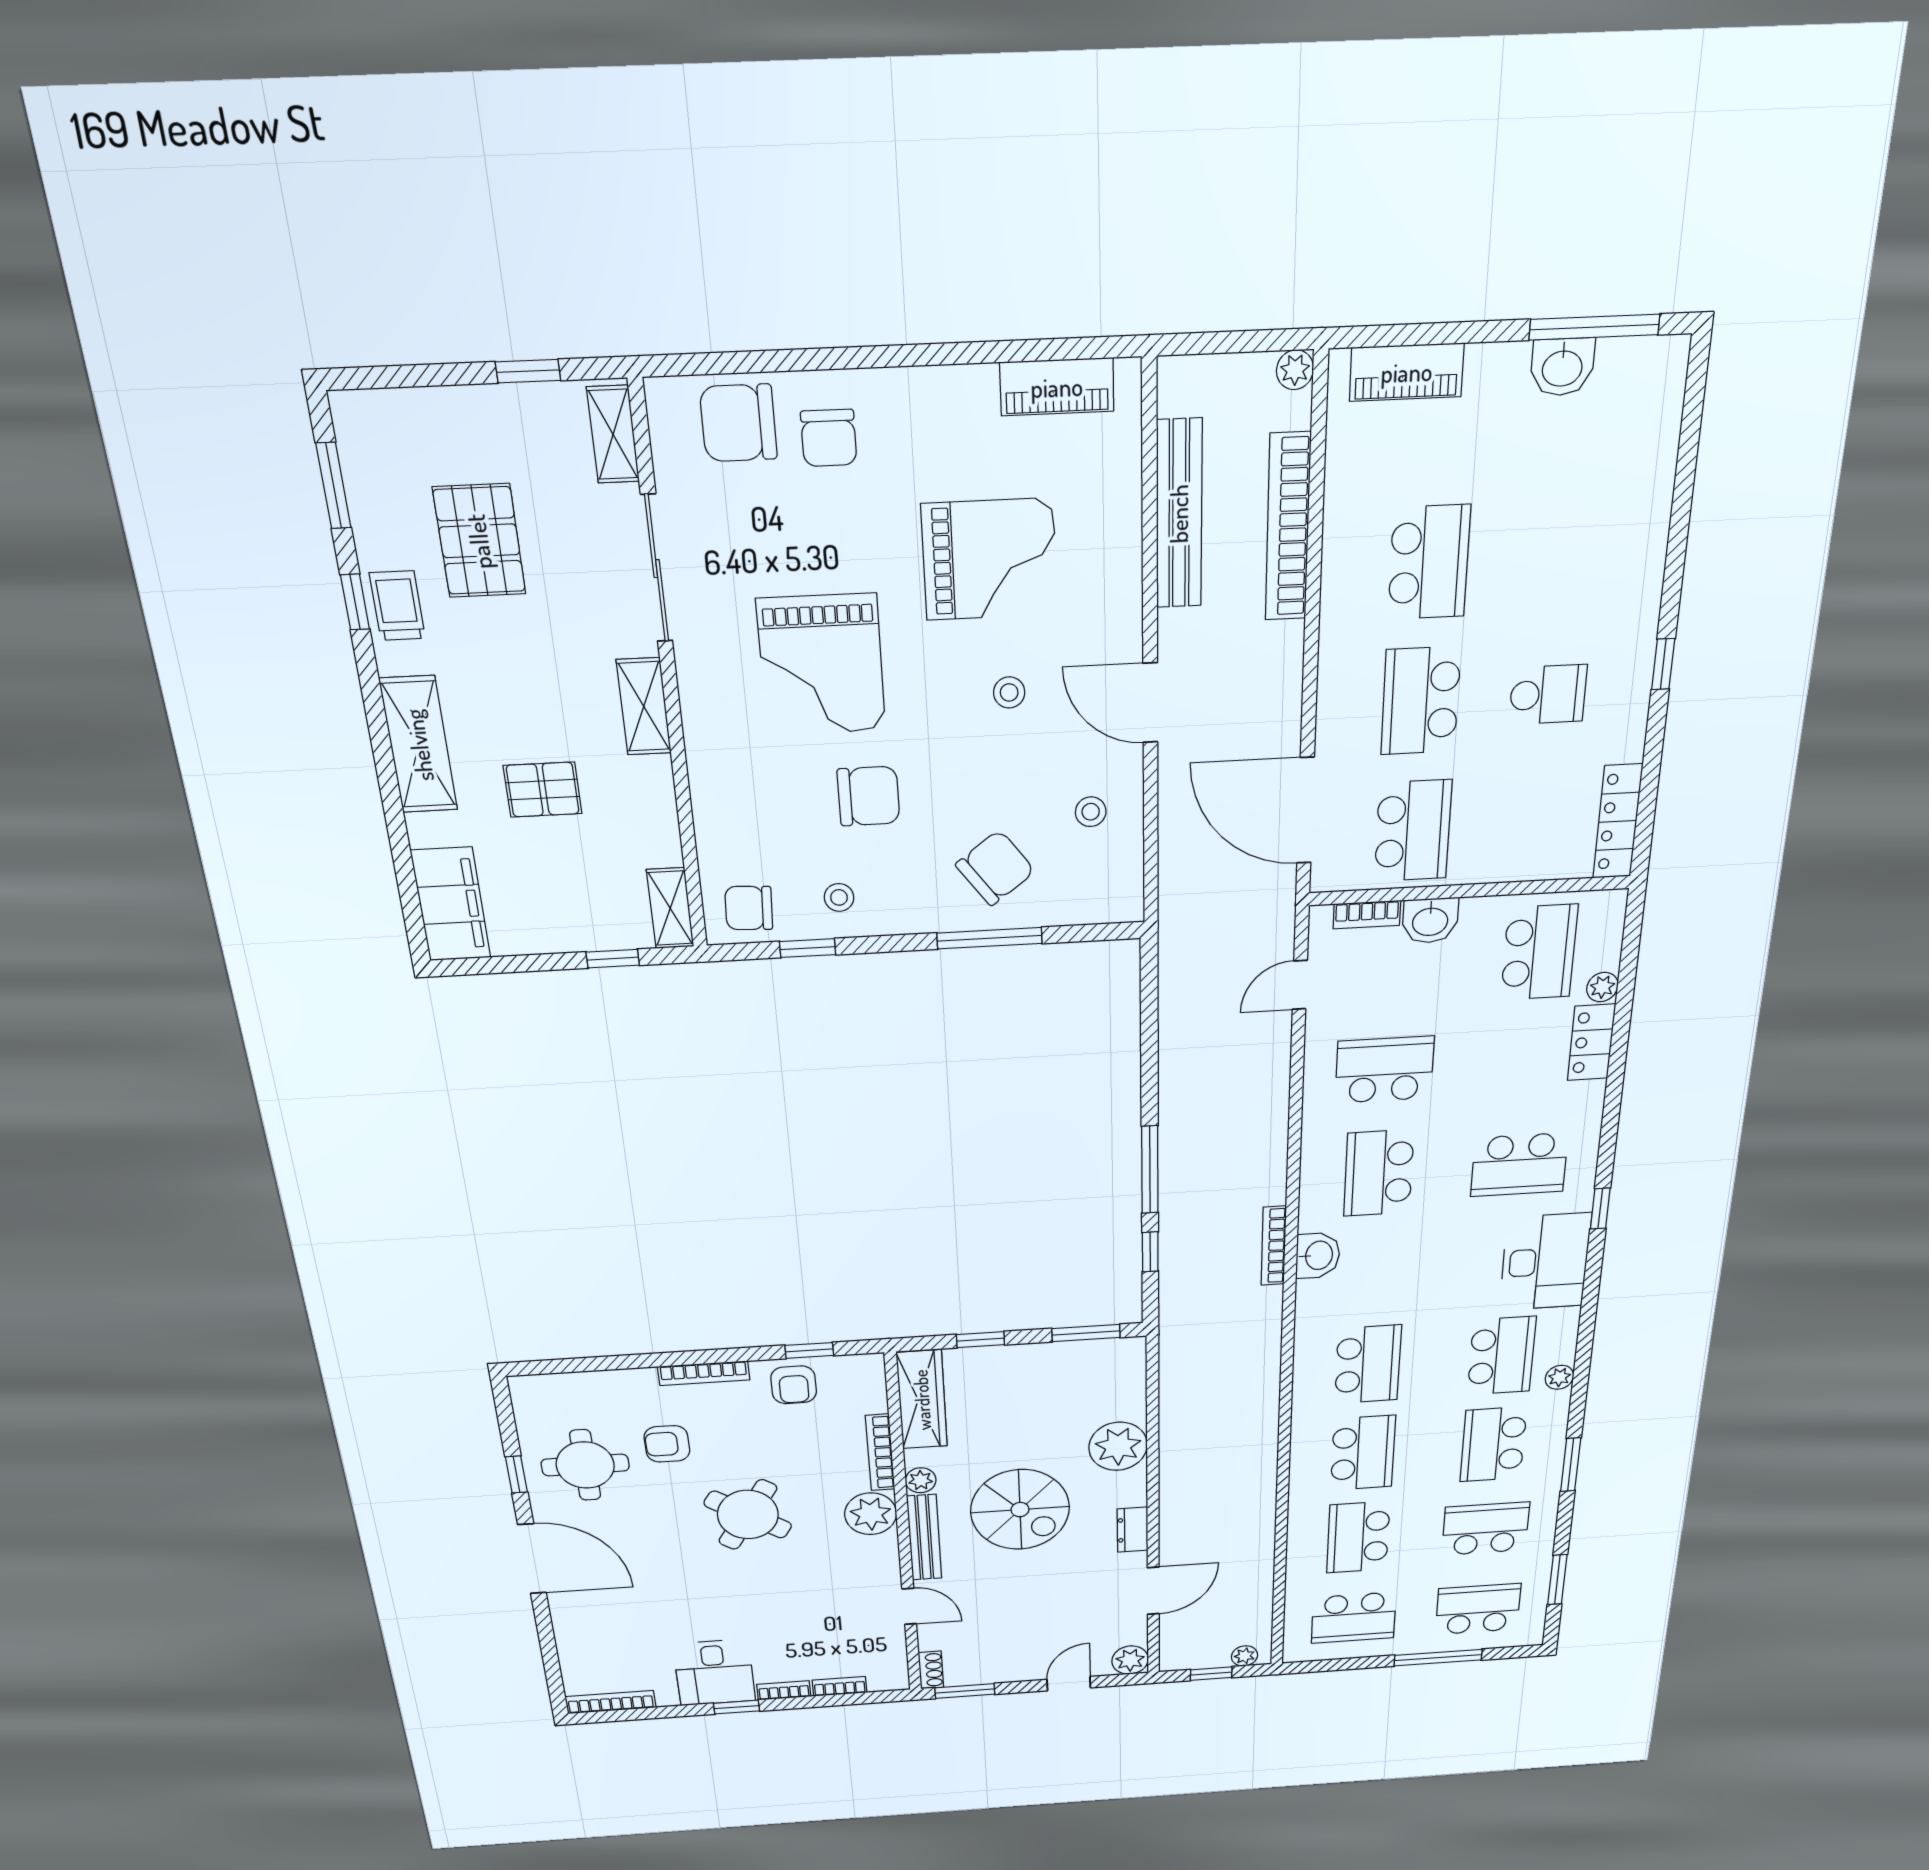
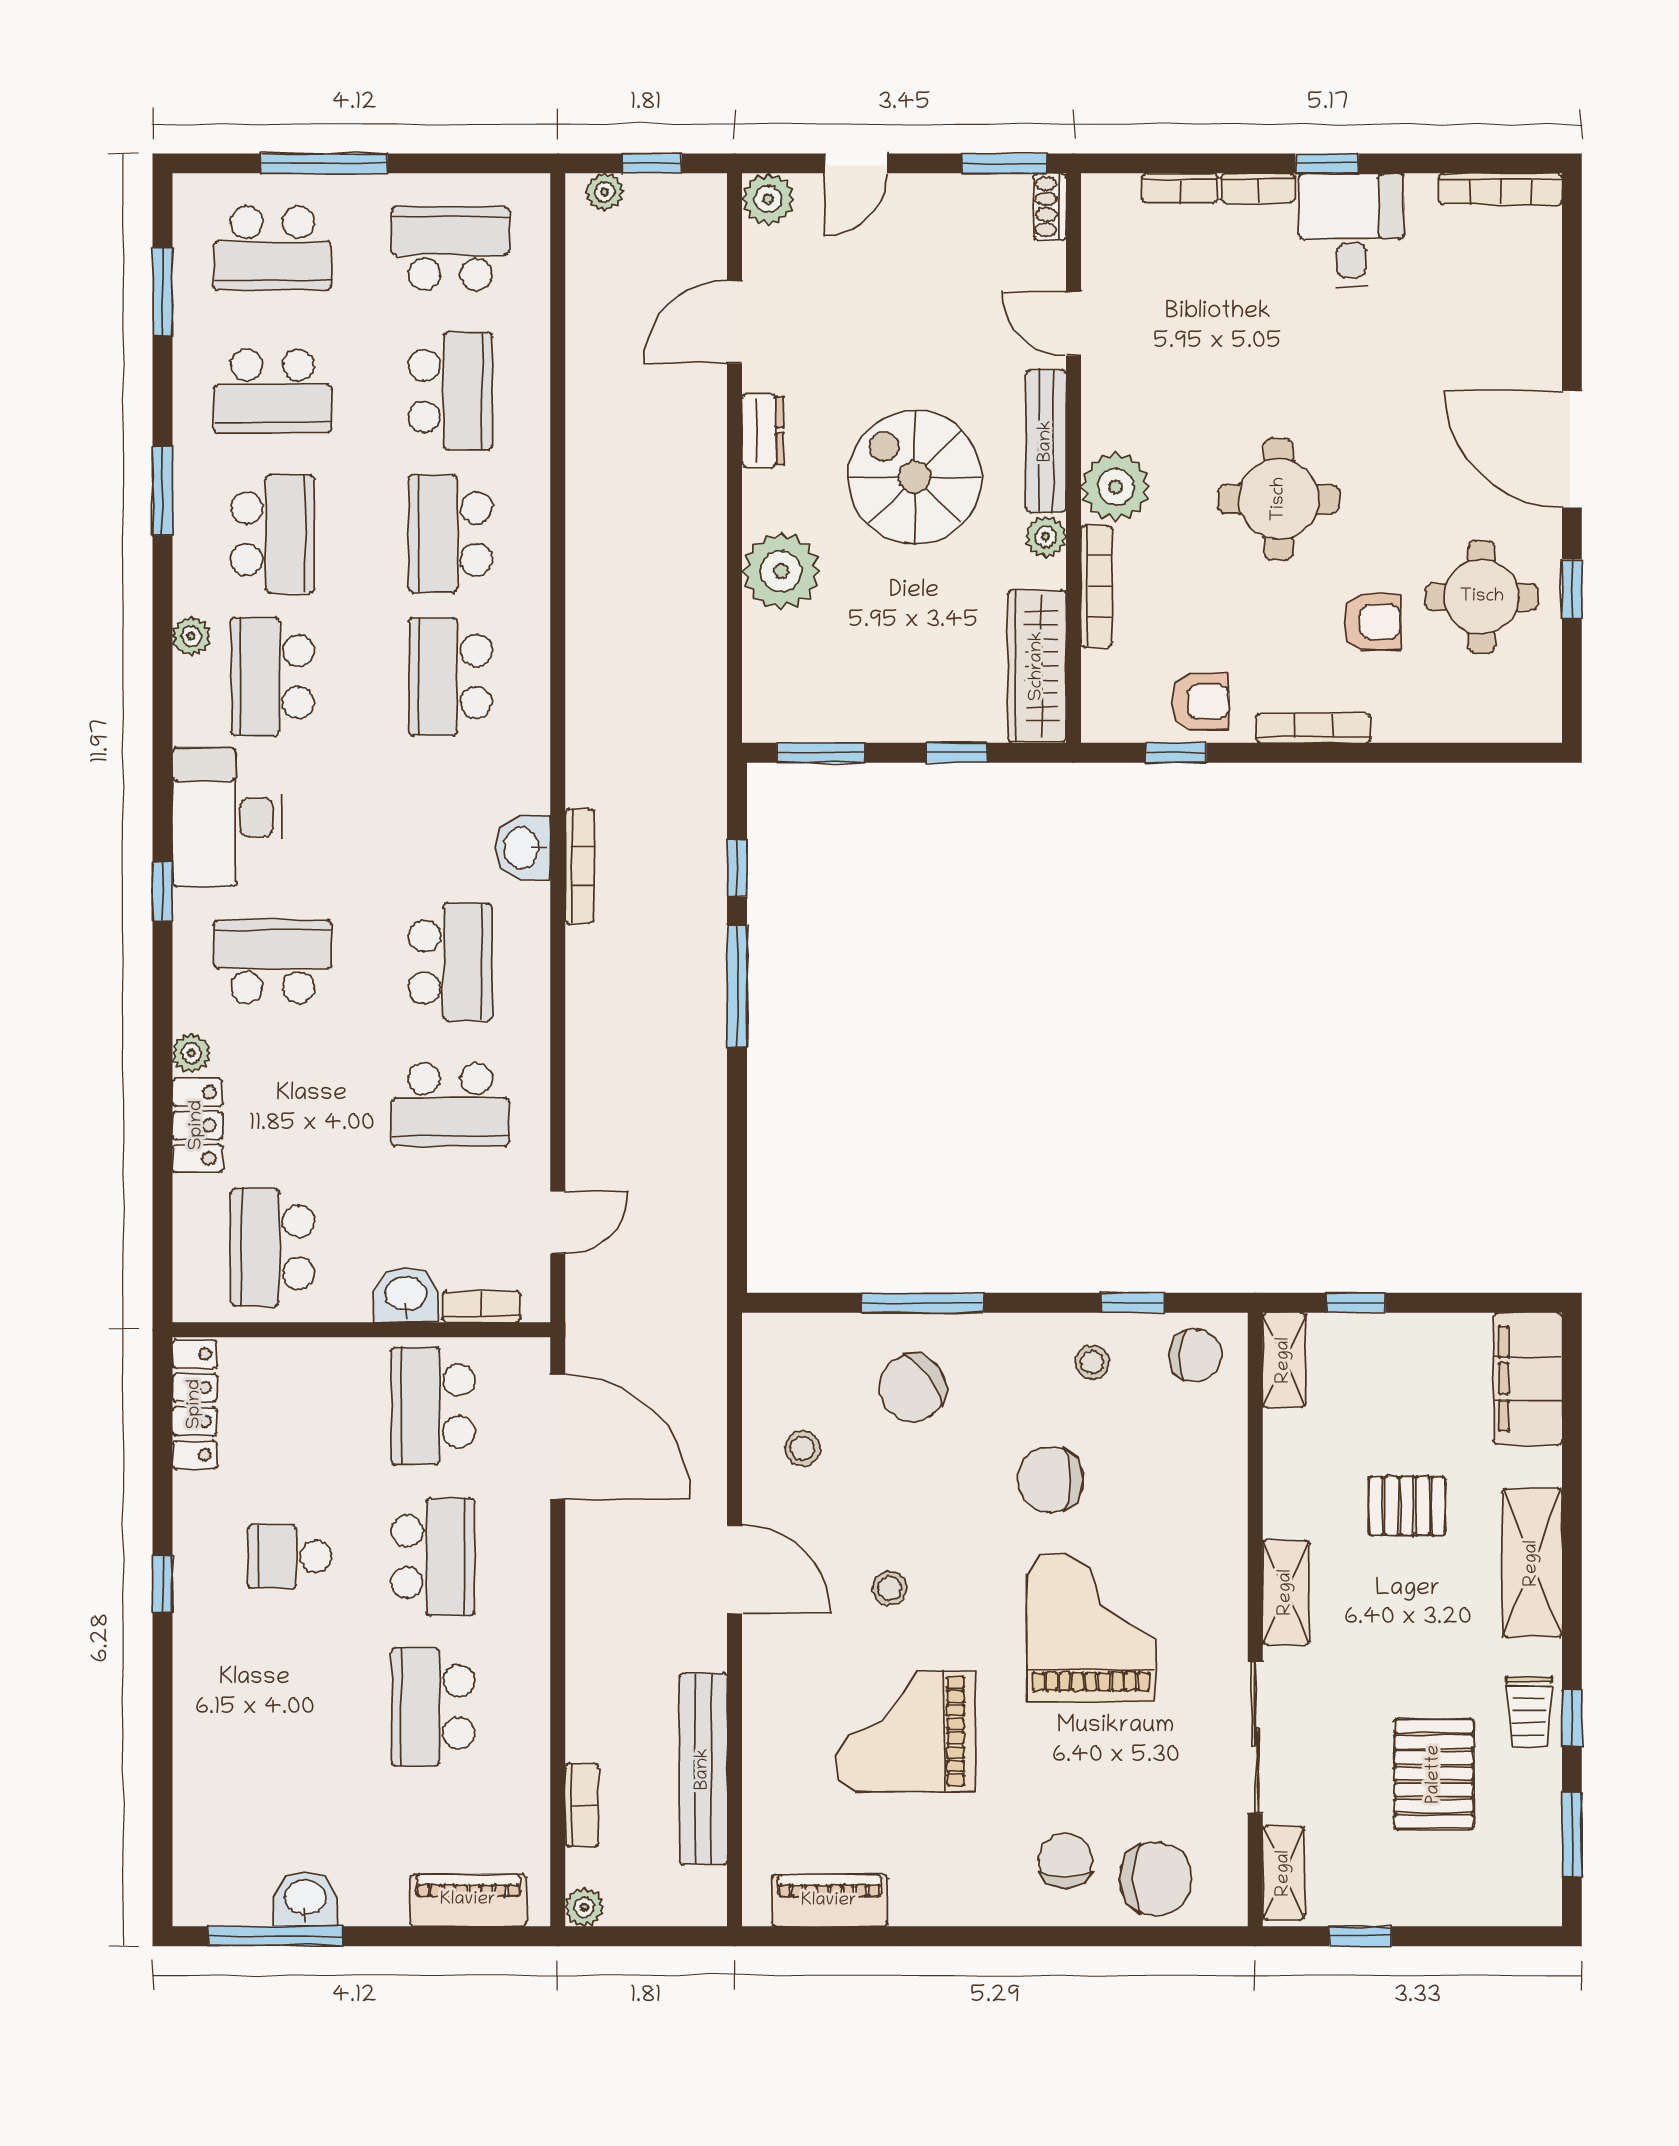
bookcase: (1288, 527) -> (582, 1805), width x0.43, depth x0.76
plant: (1602, 987) -> (191, 1053), moved
armchair: (794, 1385) -> (1200, 702), turned 90
round table: (748, 1515) -> (1279, 499), turned -33

